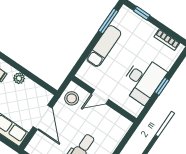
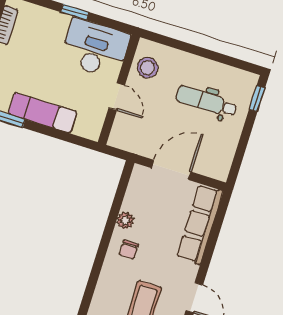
desk: (143, 80) -> (95, 48), moved
stool: (72, 98) -> (148, 68), moved

